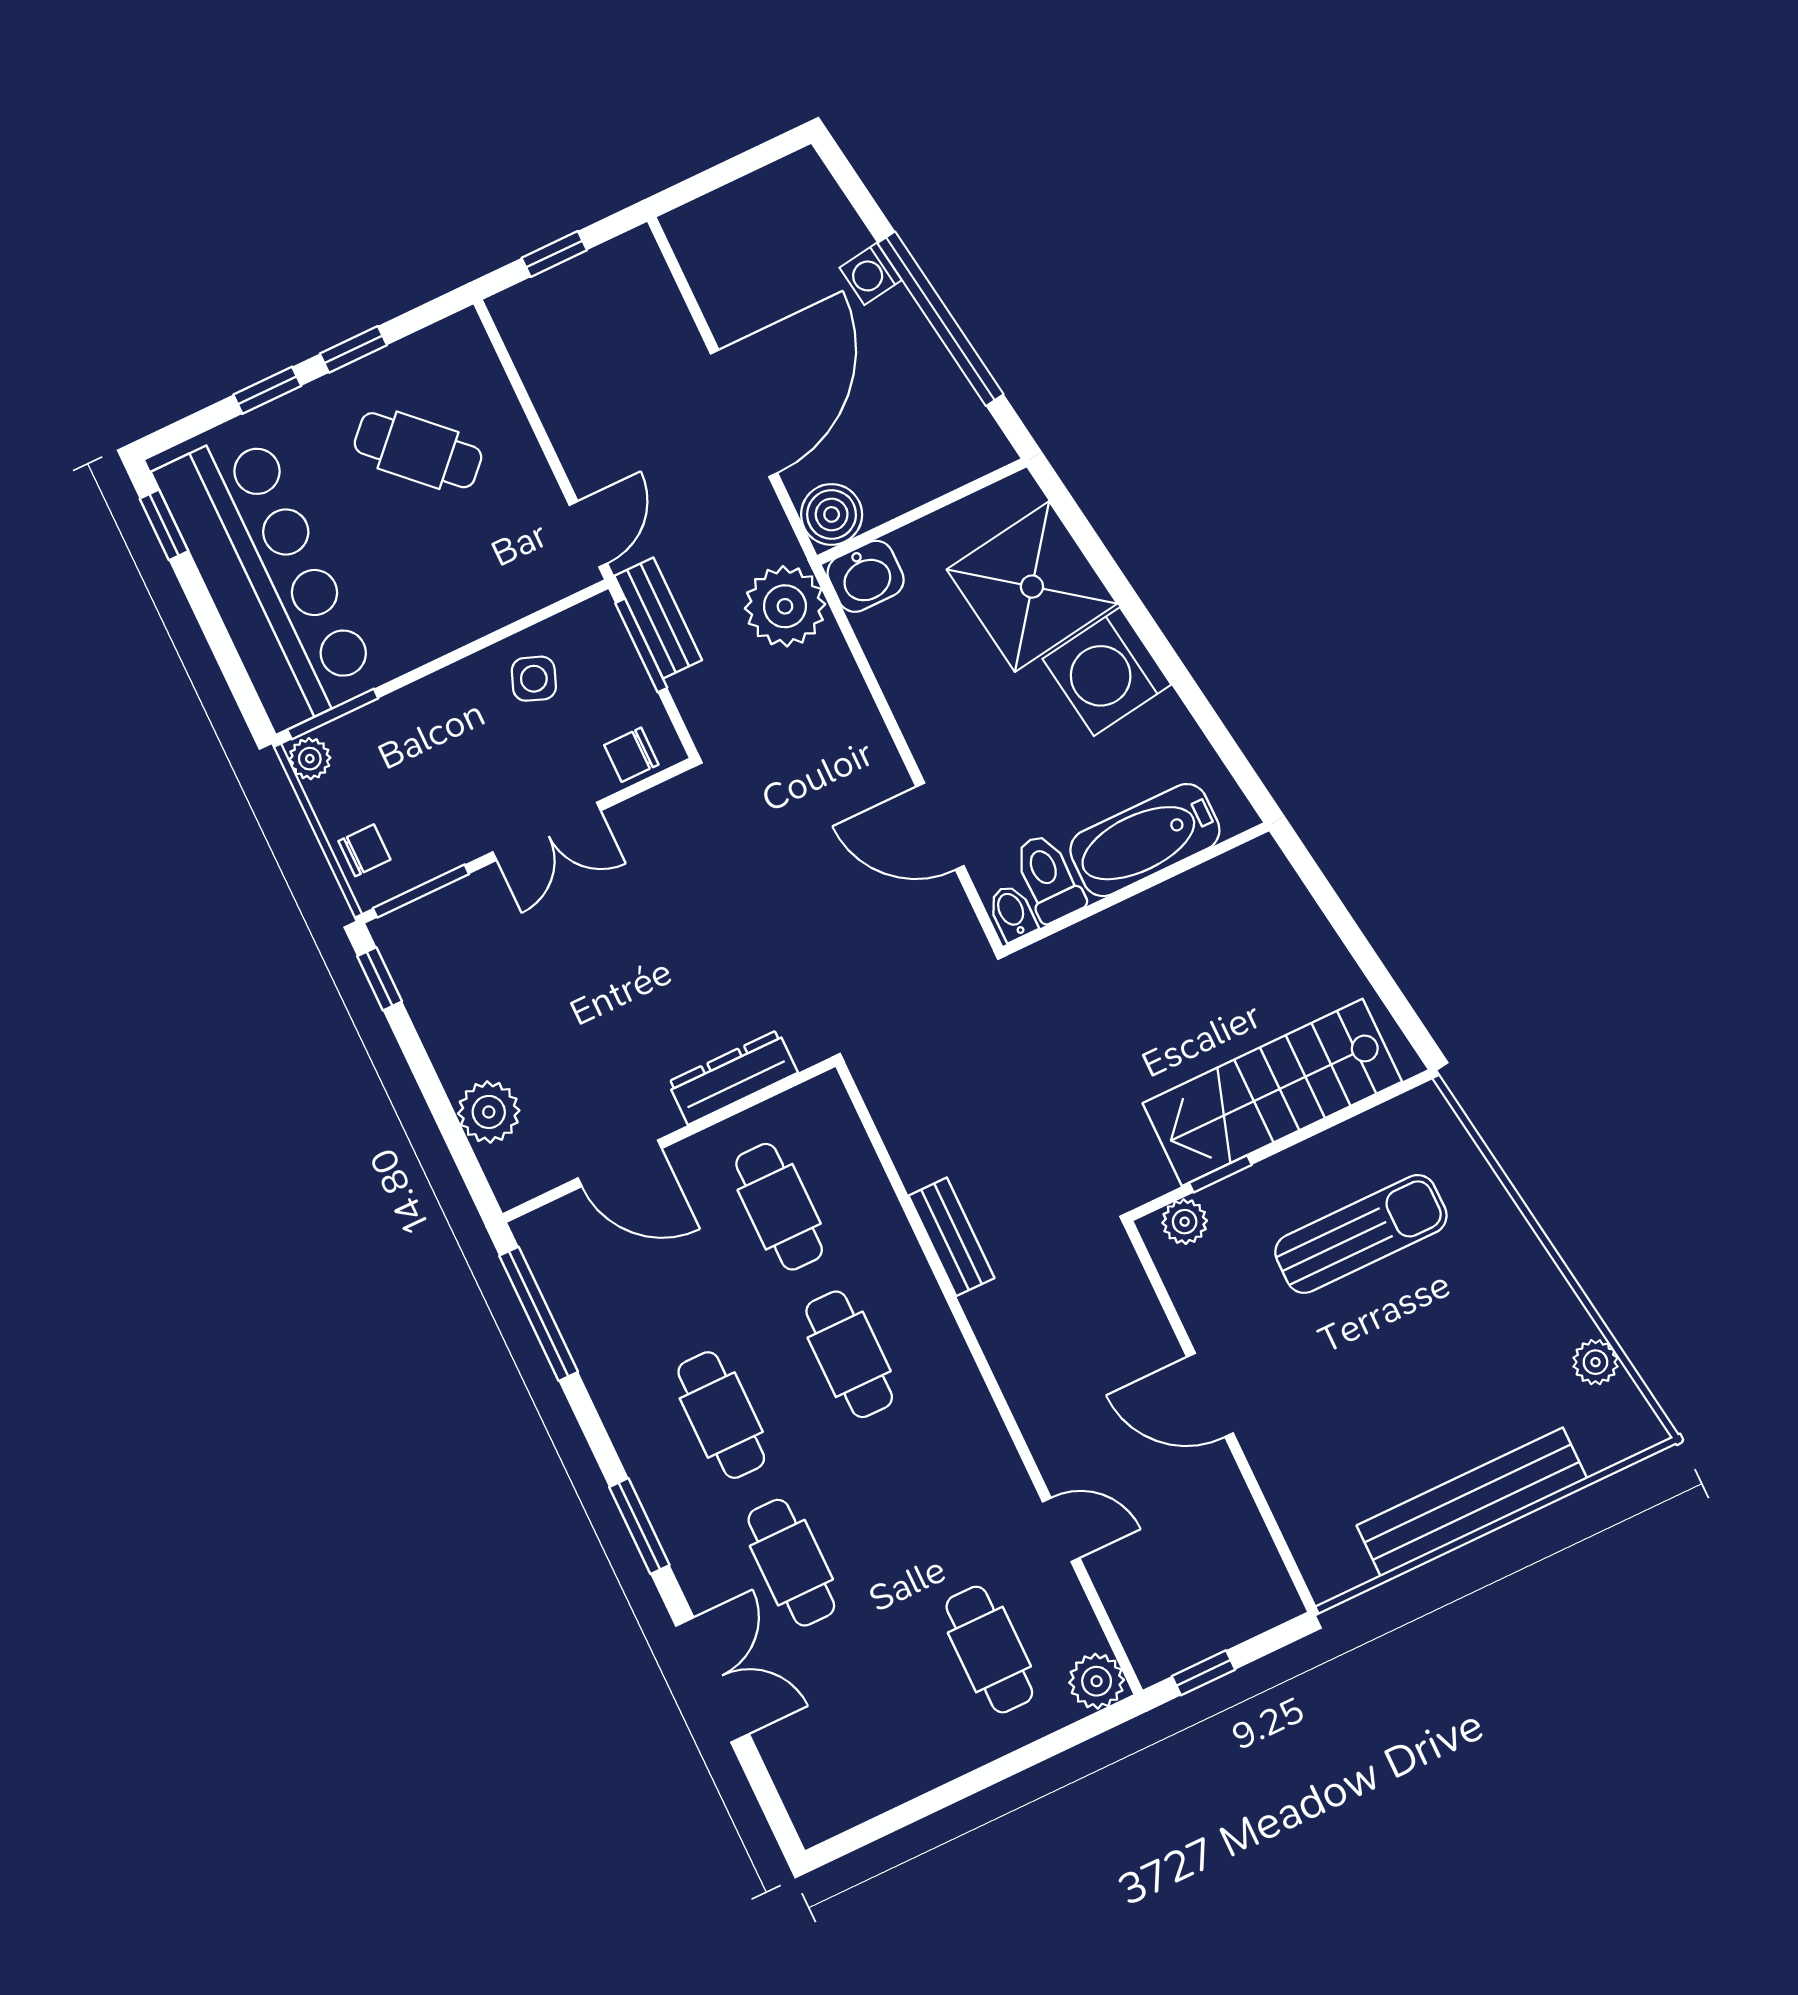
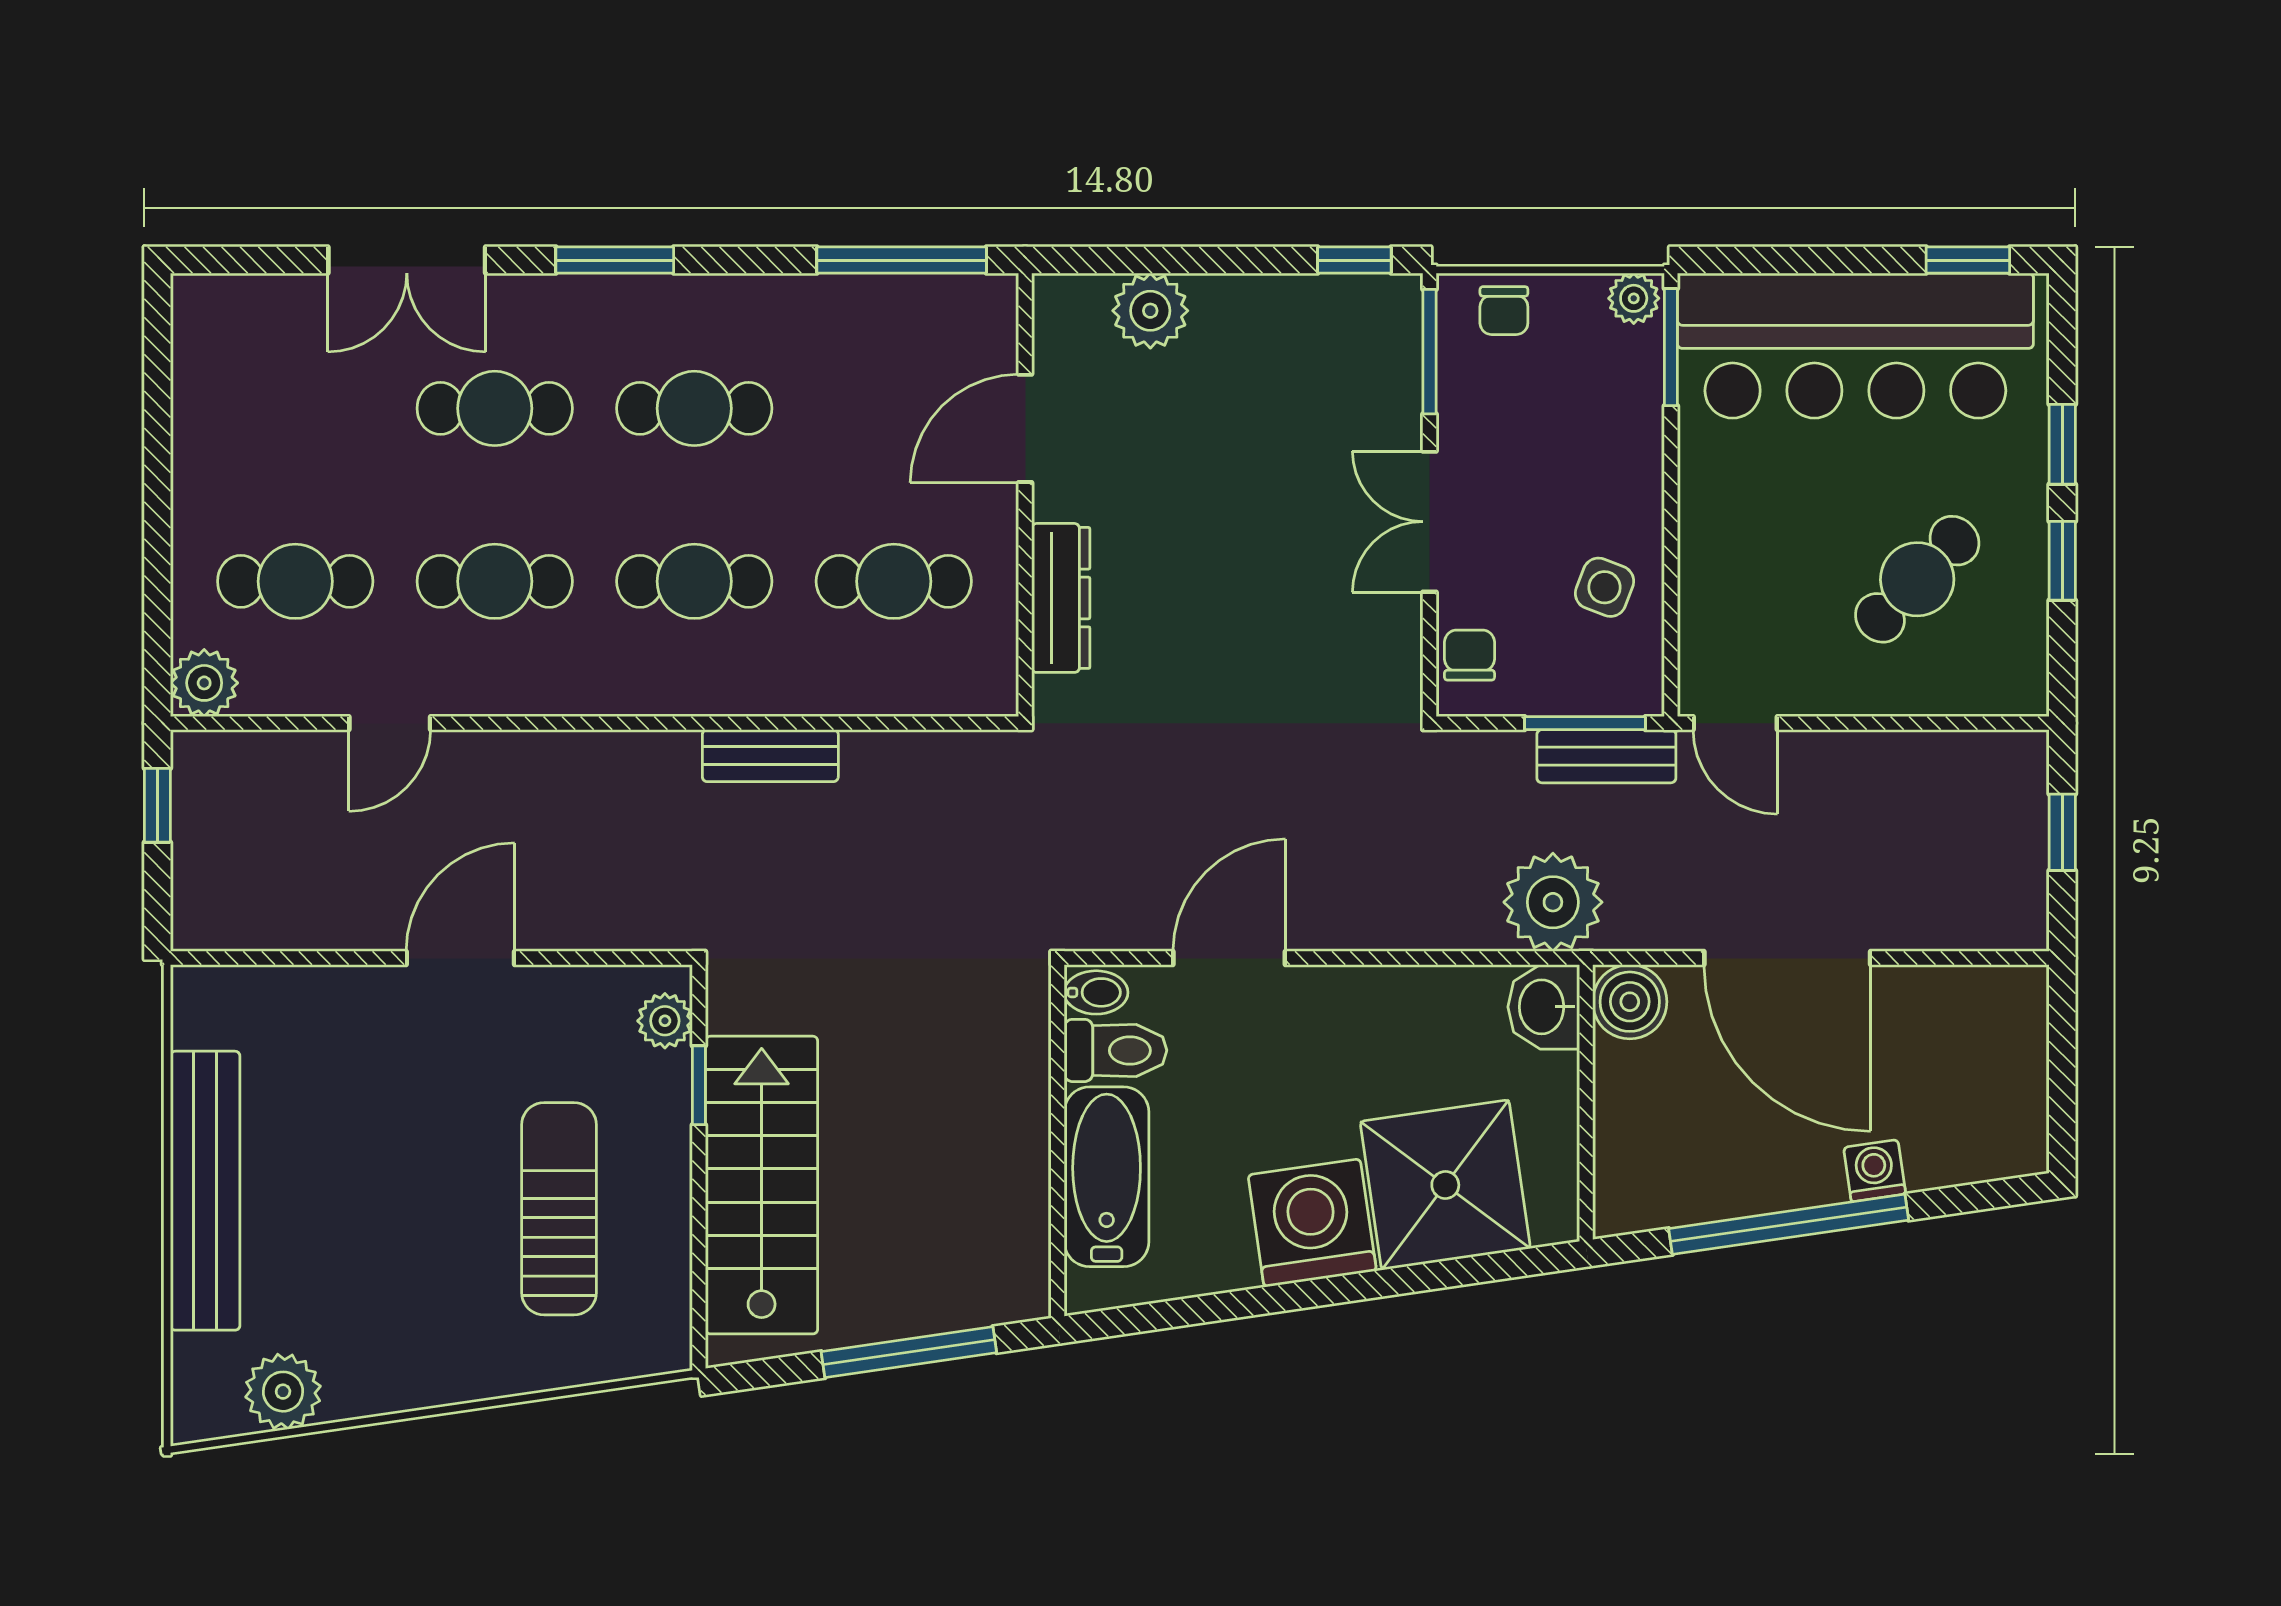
window: (1344, 925) -> (909, 1352), added
sun lounger: (1361, 1234) -> (559, 1209), turned 180
plant: (1595, 1362) -> (283, 1392), width x1.38, depth x1.38
cafe table: (919, 1502) -> (495, 581), added

